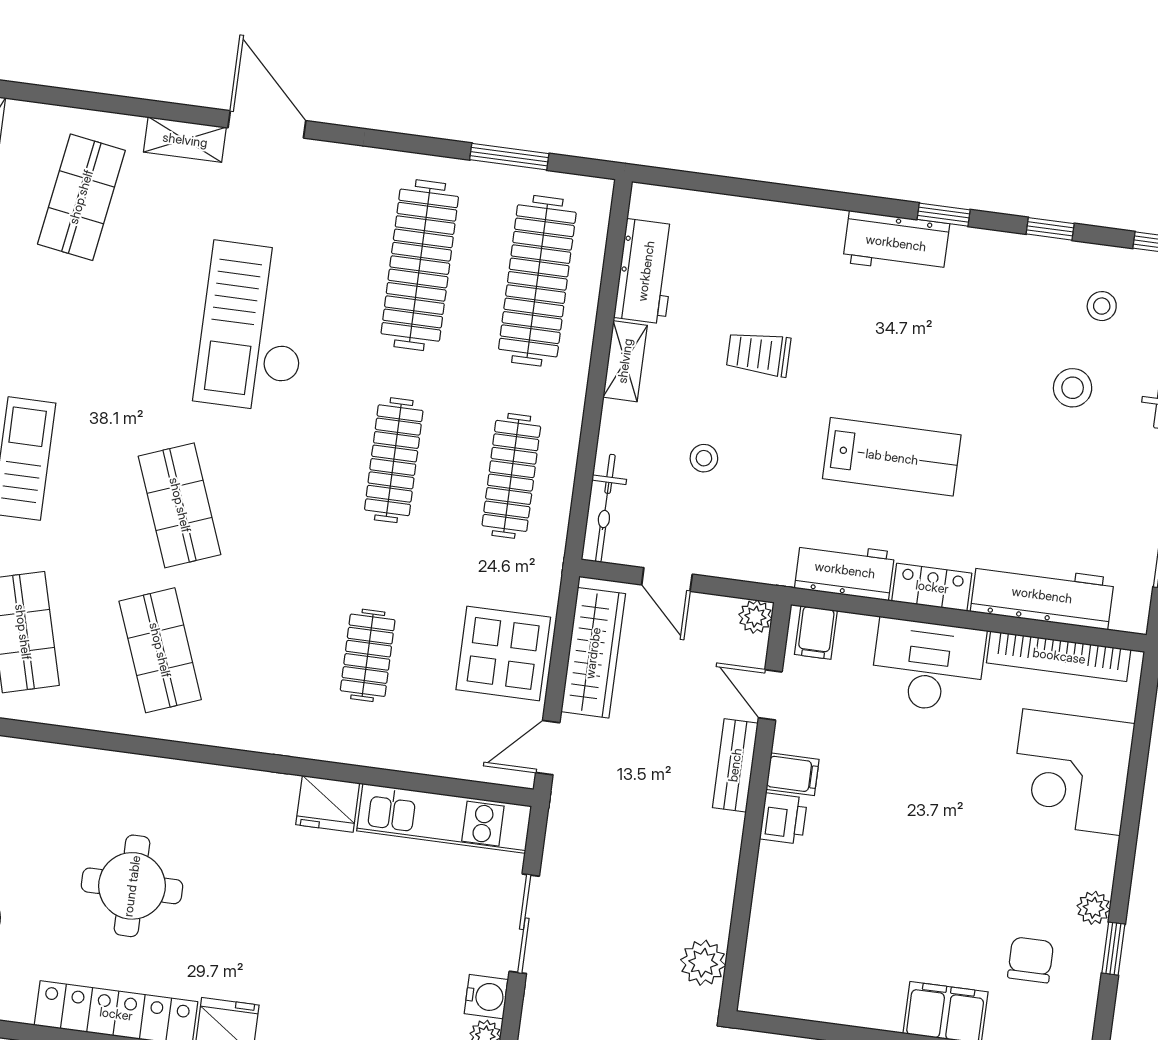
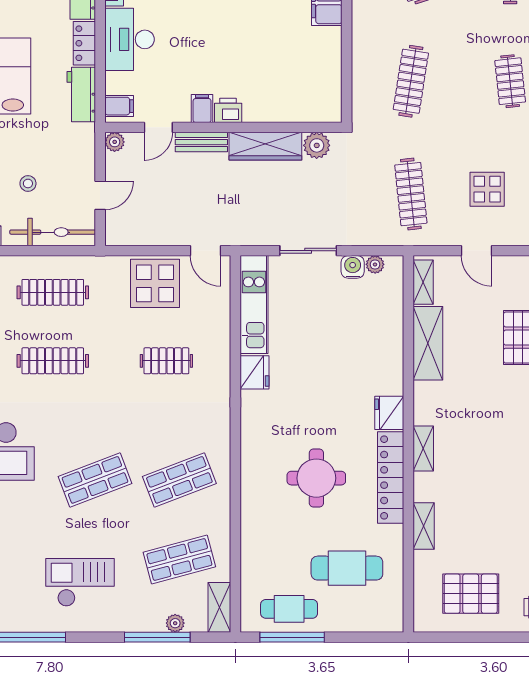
bicycle: (605, 508) -> (53, 232), width x1.37, depth x1.40
wardrobe: (593, 653) -> (265, 146), moved, turned 180

